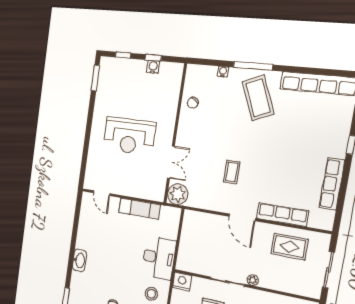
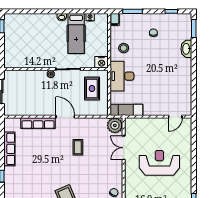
door: (102, 193) -> (175, 117), swing flipped
exam couch: (139, 209) -> (126, 110), moved
rug: (290, 247) -> (92, 89), moved, turned 90
washbasin: (79, 260) -> (186, 49), moved

